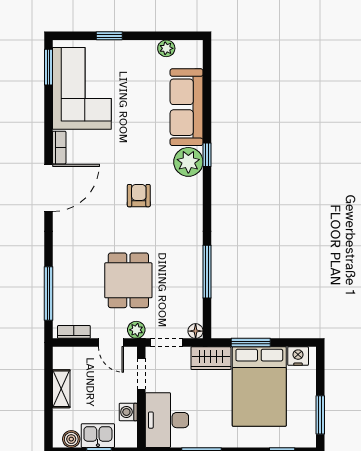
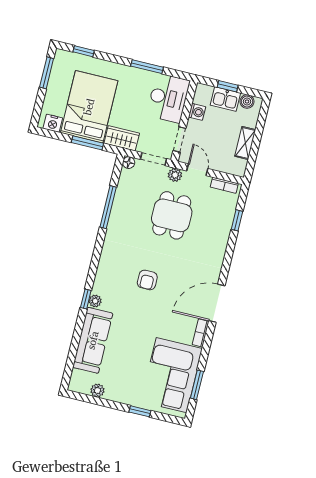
window: (48, 67) -> (197, 385), moved
plant: (188, 162) -> (95, 301), width x0.53, depth x0.53
window: (48, 293) -> (237, 220), width x0.46

